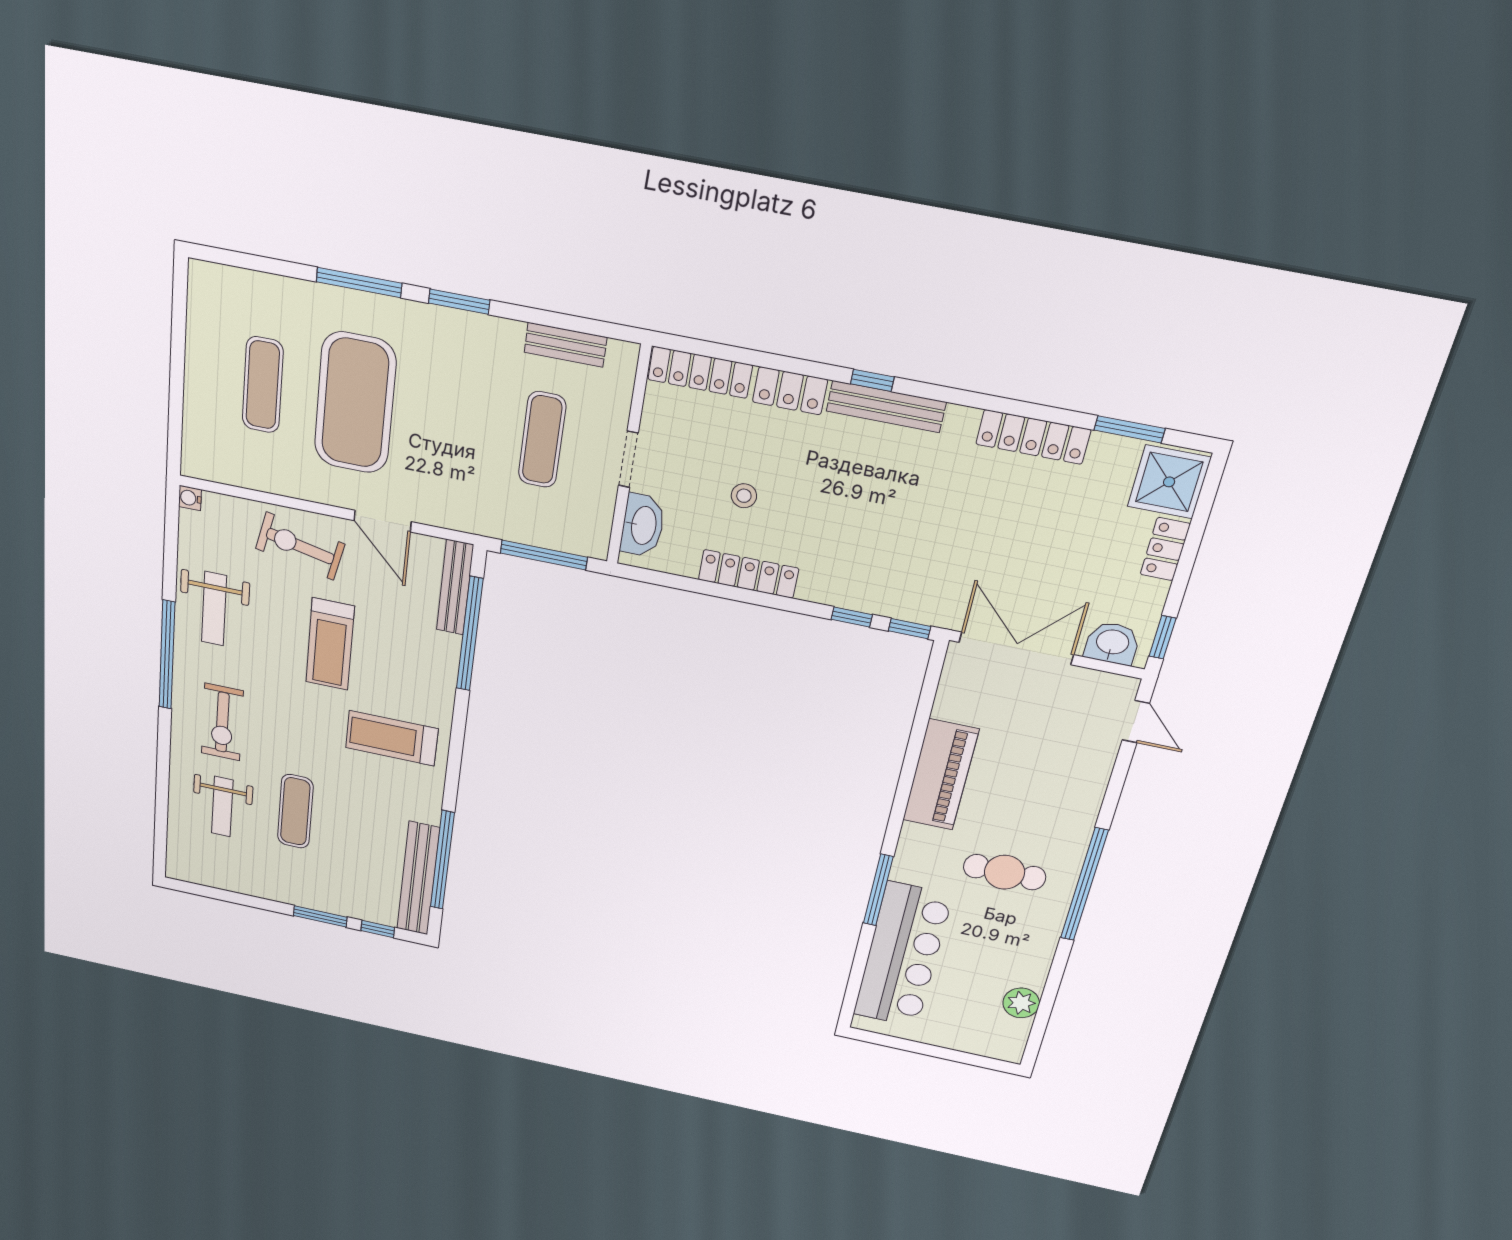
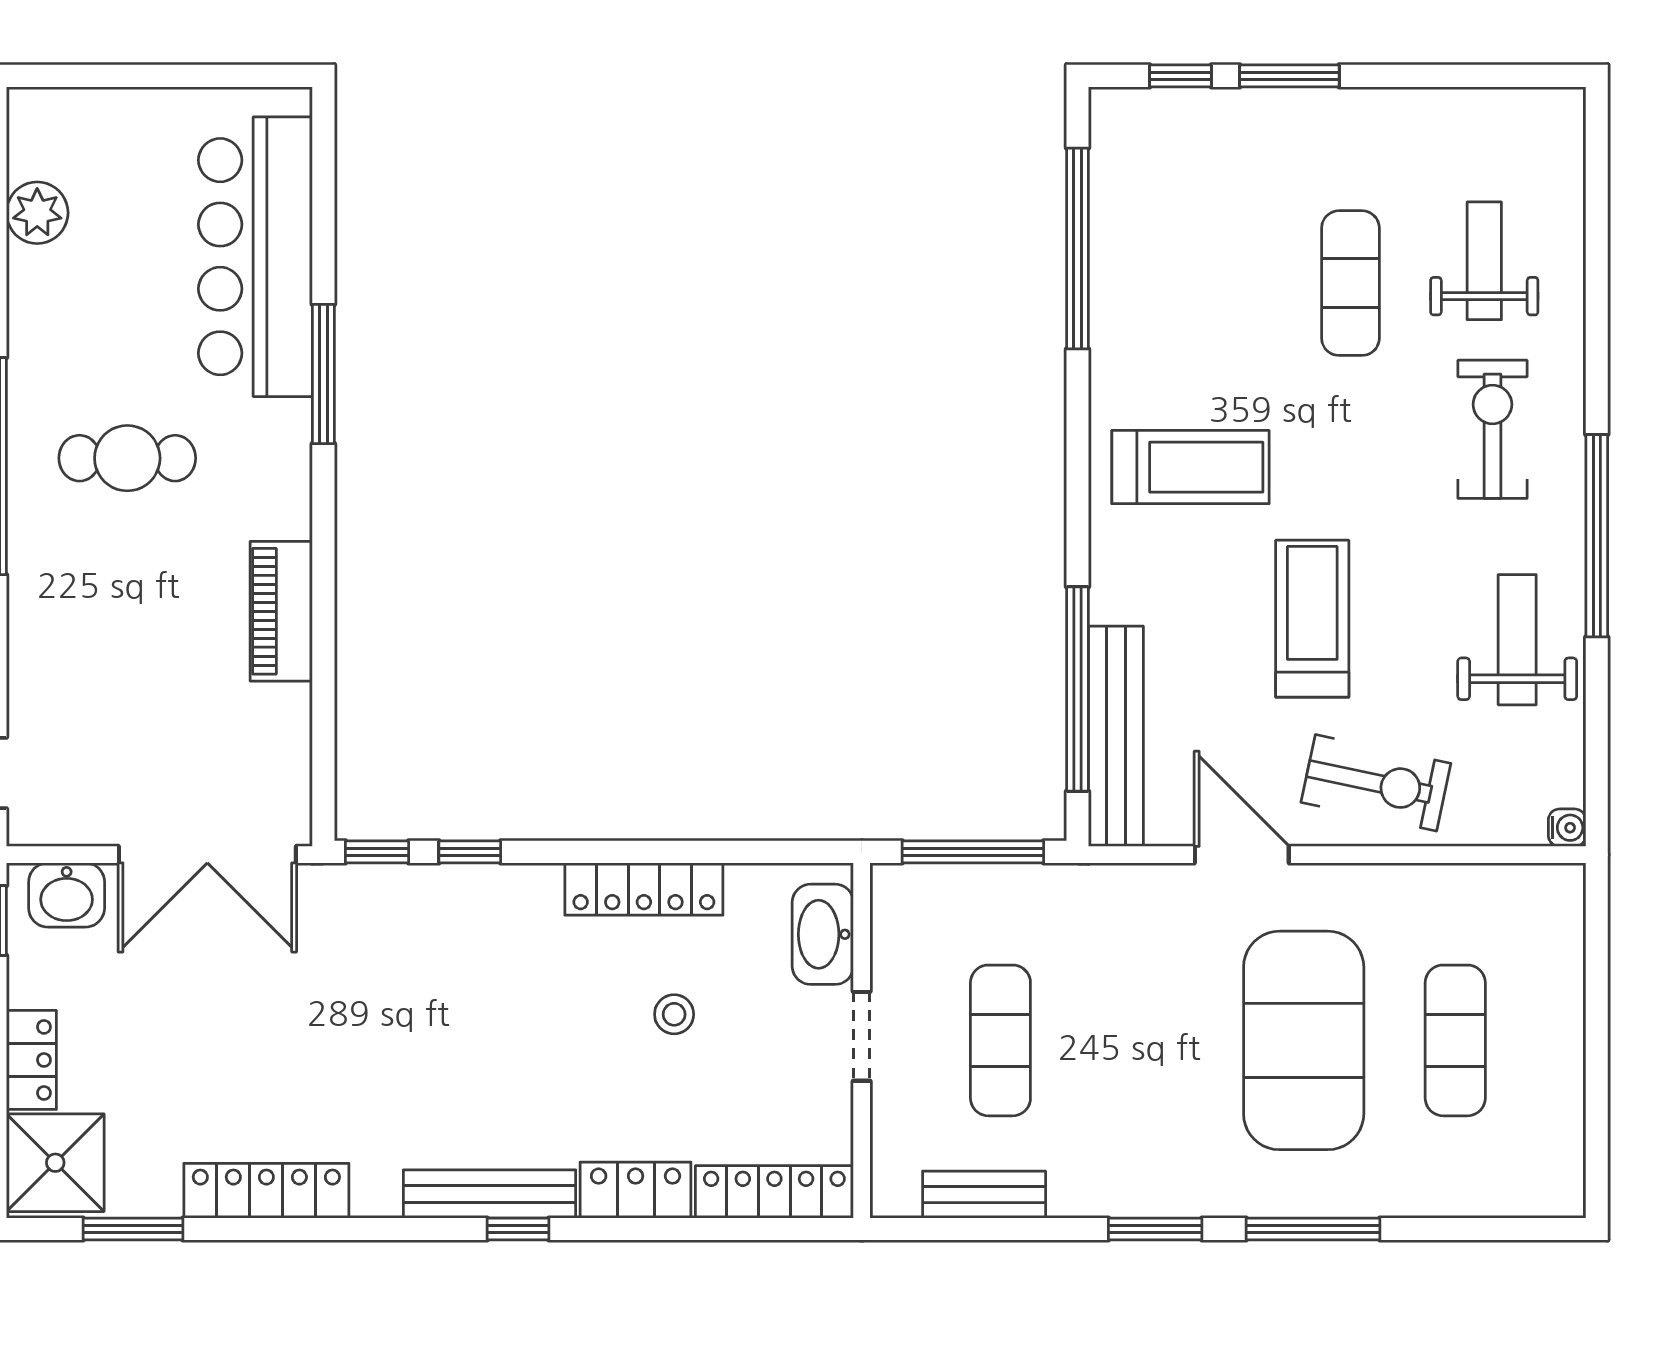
bench: (455, 587) -> (1116, 736), width x1.37, depth x1.21
piano: (941, 775) -> (281, 611), width x0.73, depth x0.75
bench: (418, 879) -> (1117, 200), removed

